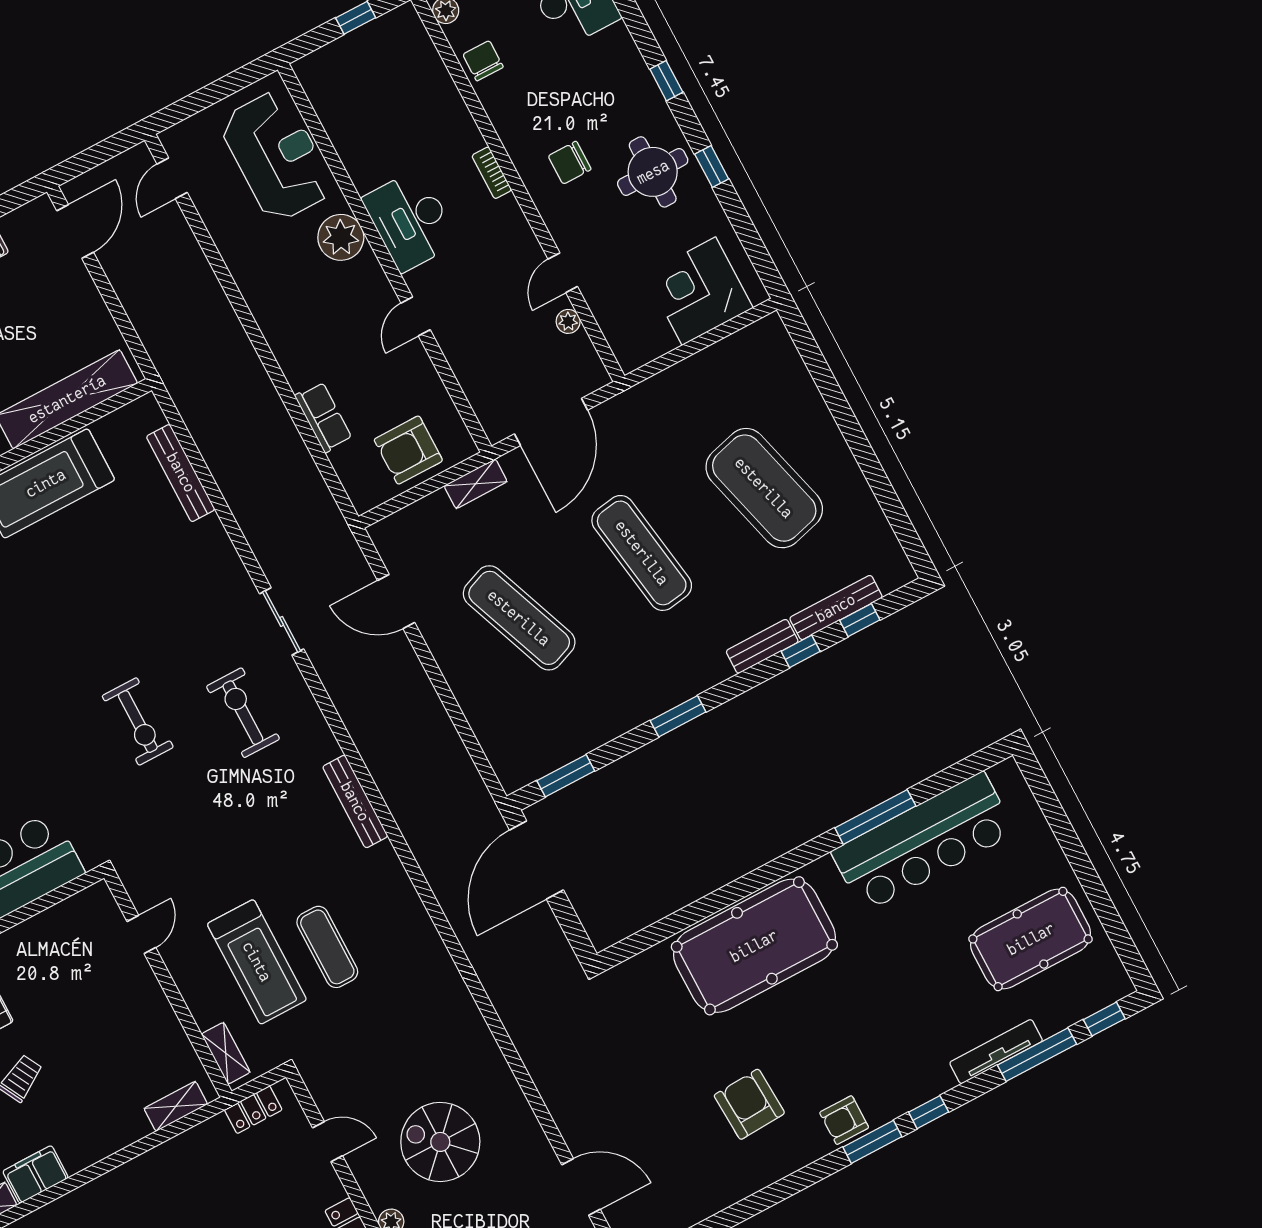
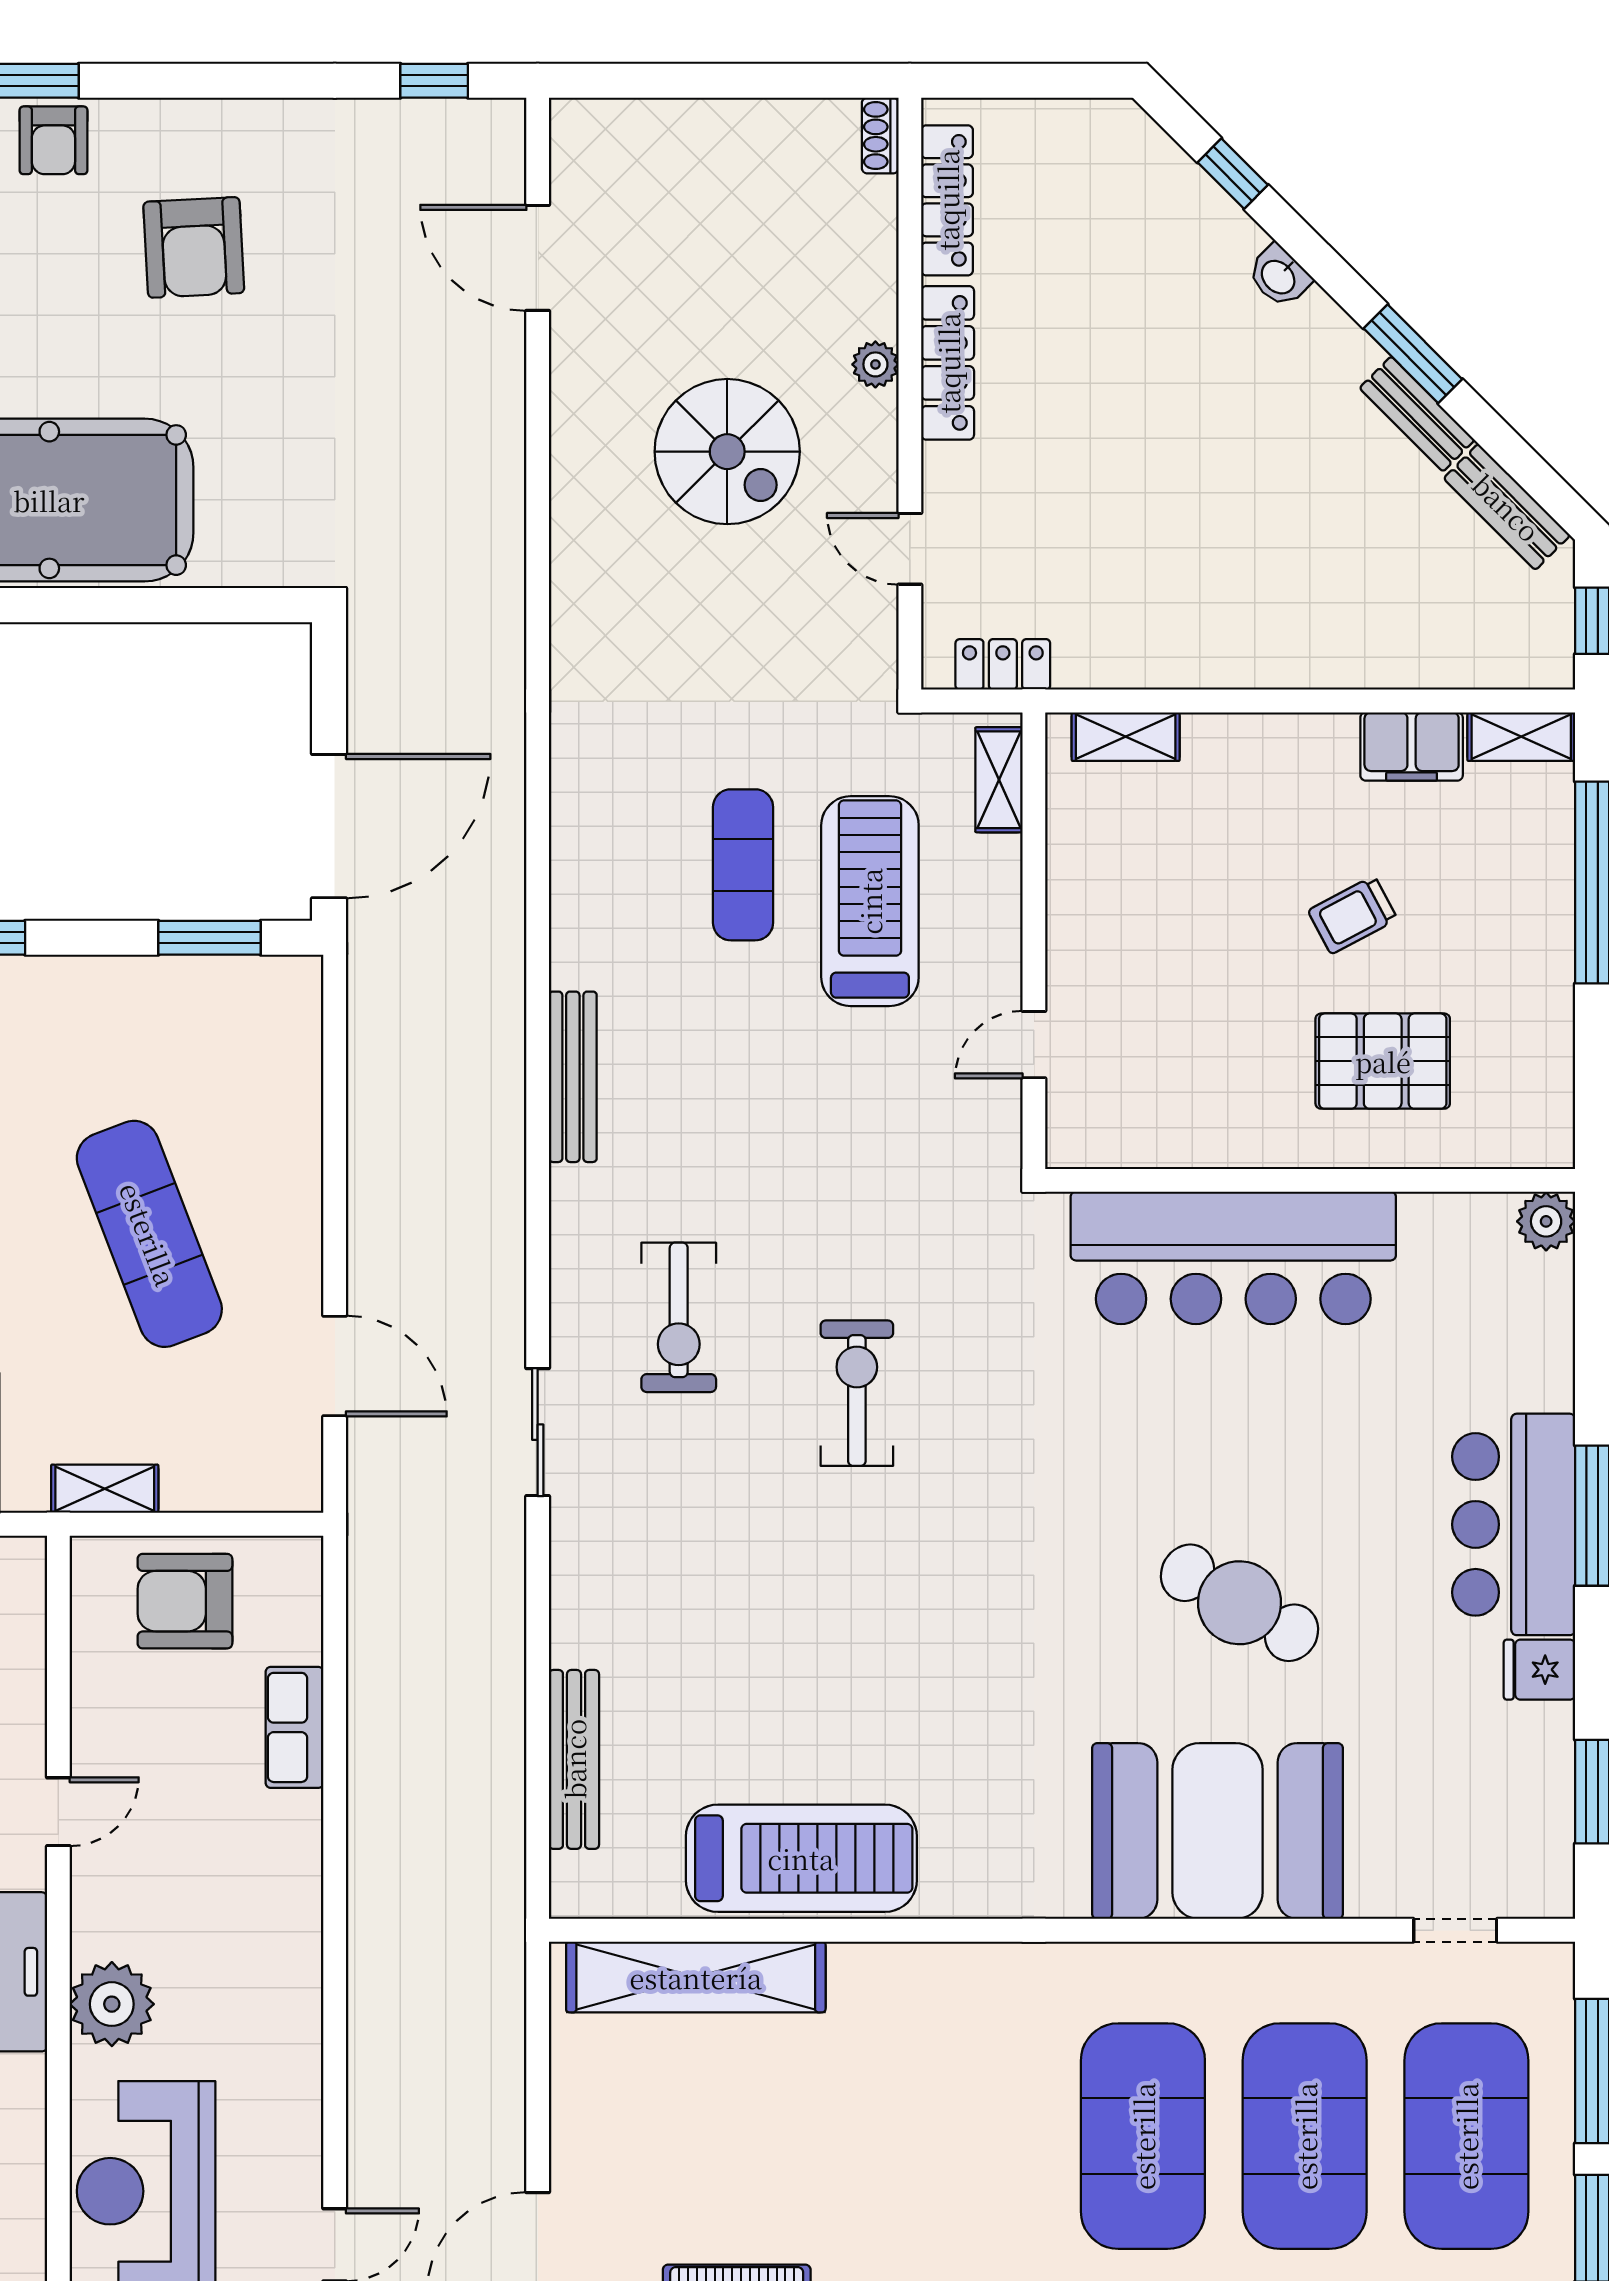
armchair: (408, 450) -> (185, 1601), turned 180
armchair: (844, 1120) -> (53, 140), turned 90

